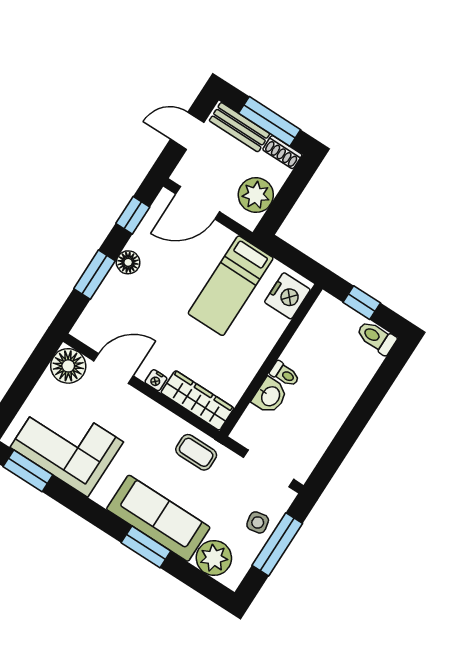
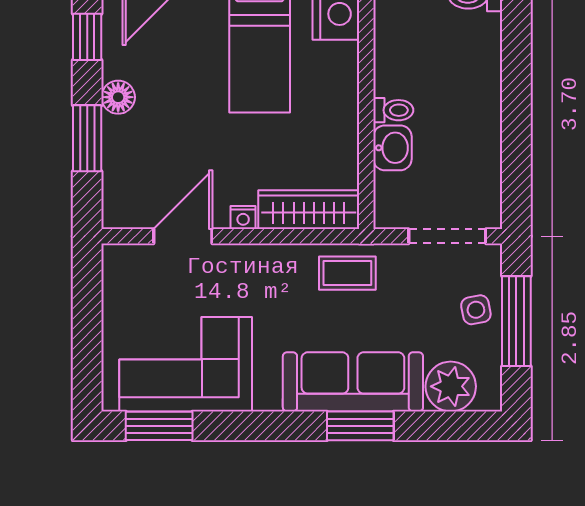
floor lamp: (68, 366) -> (126, 268), removed

